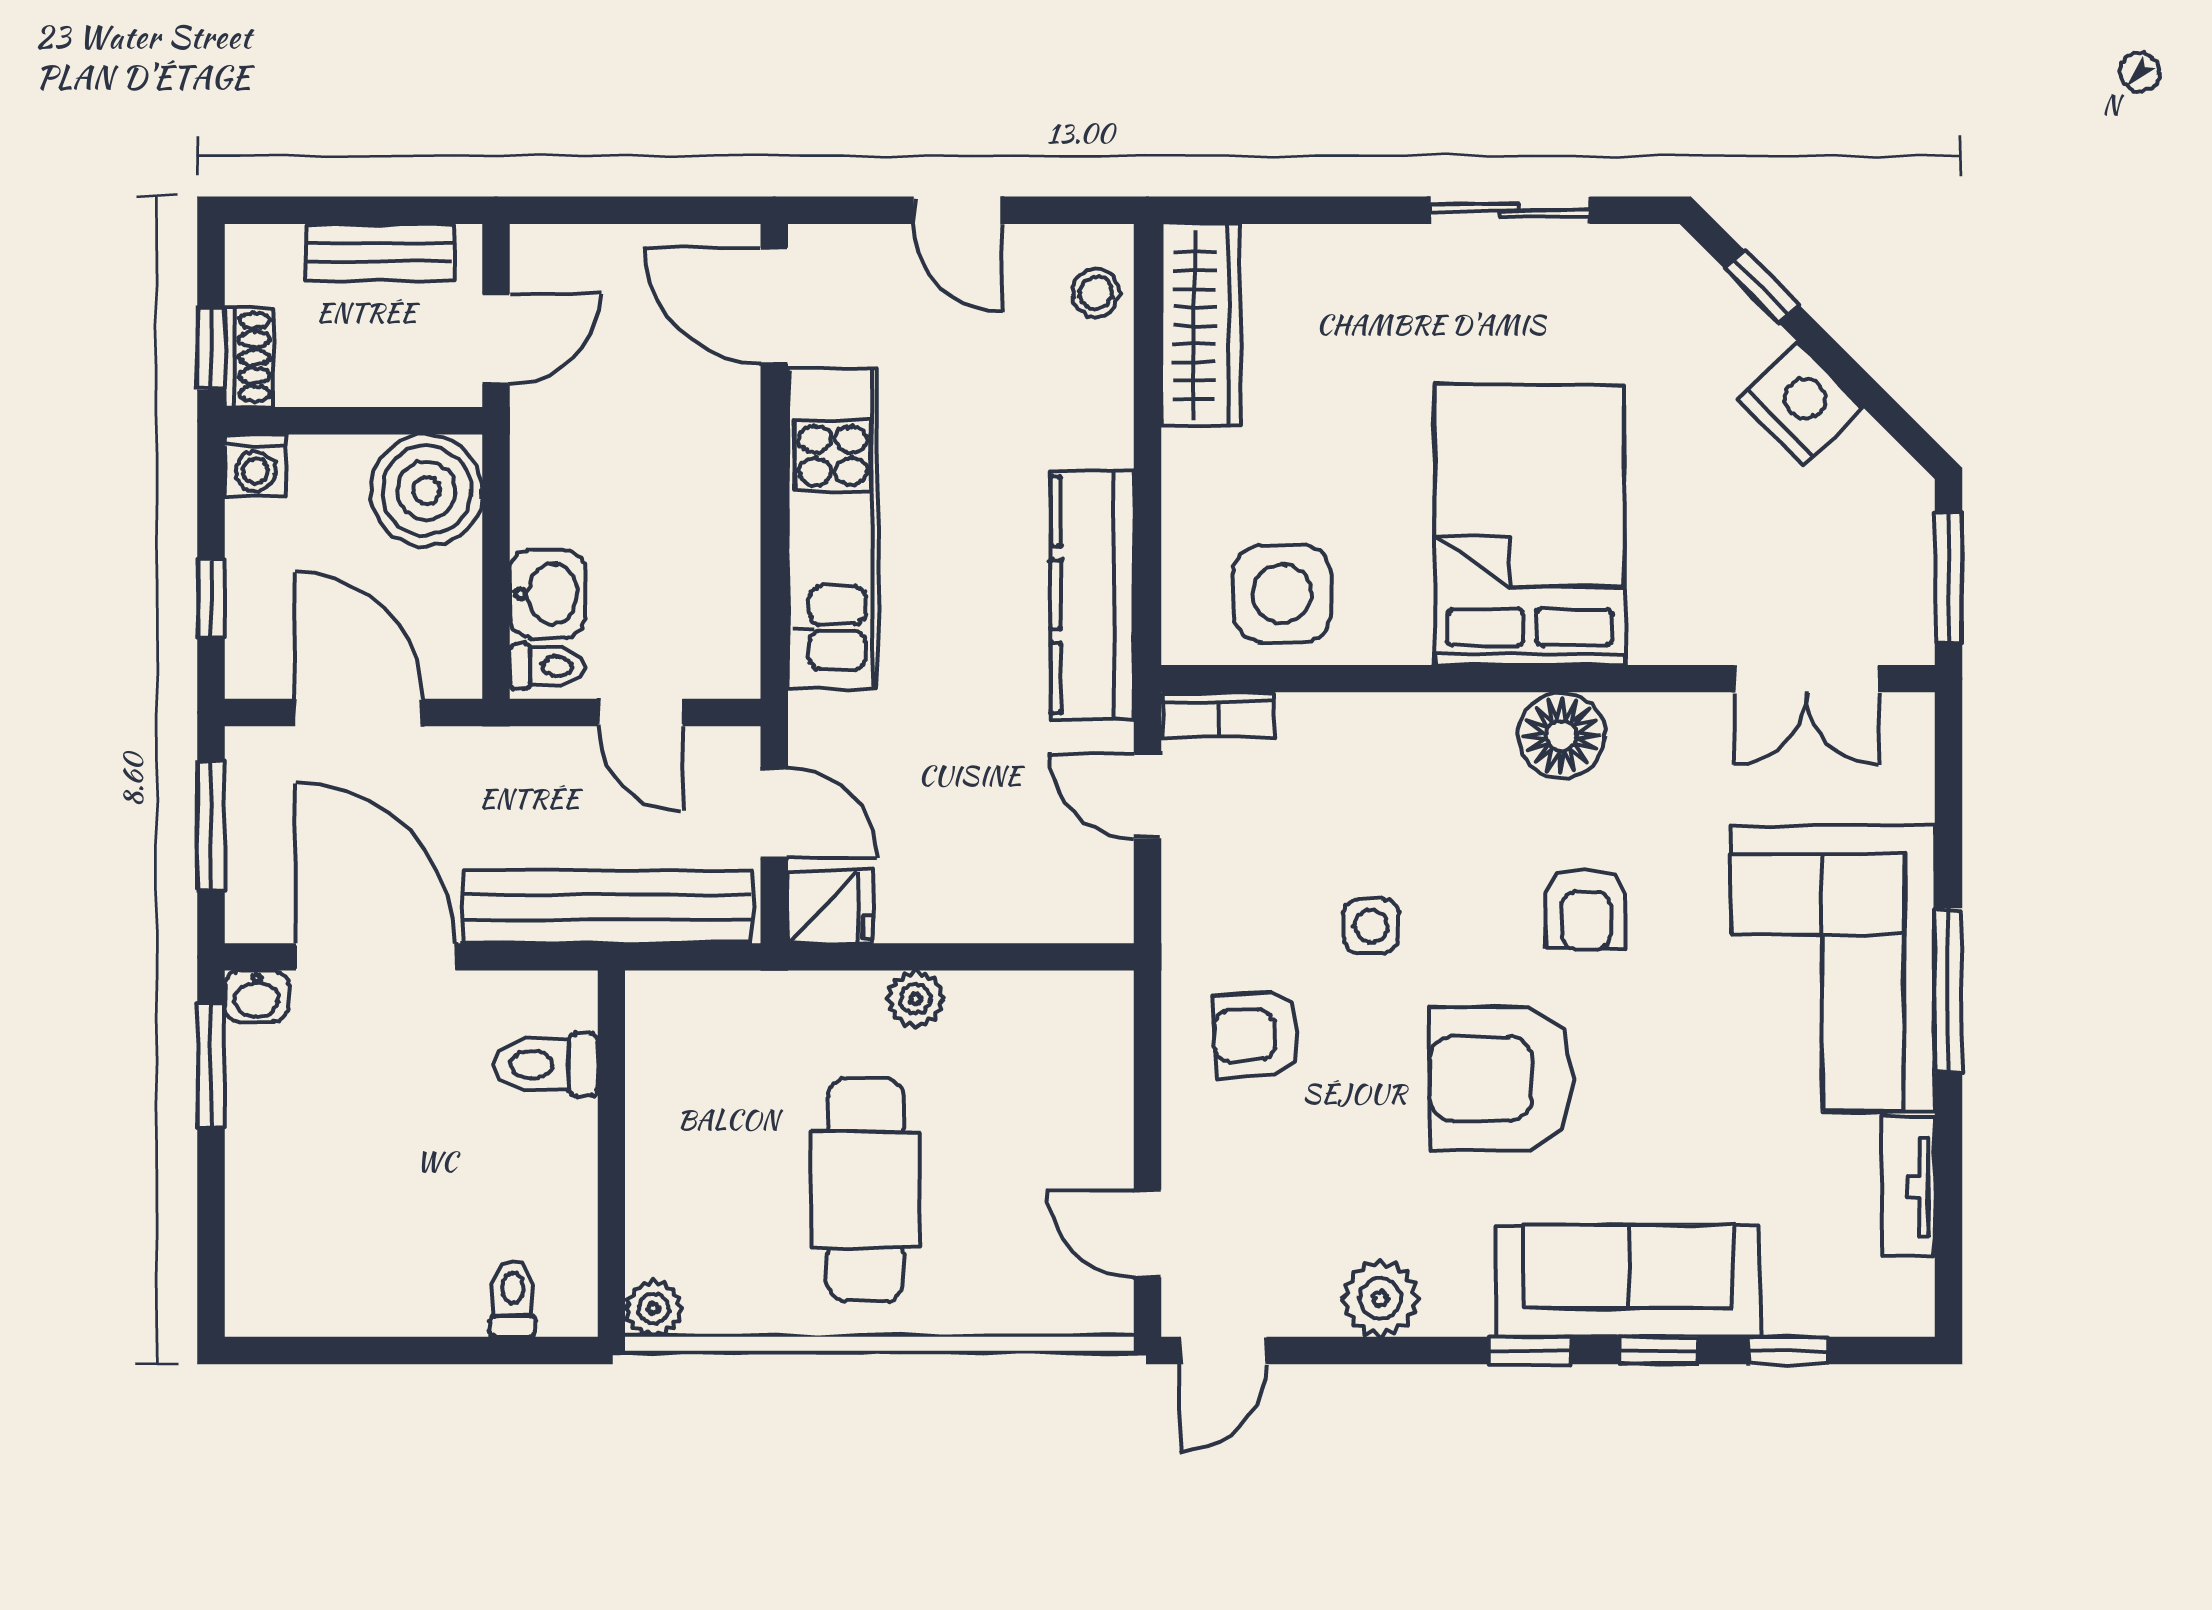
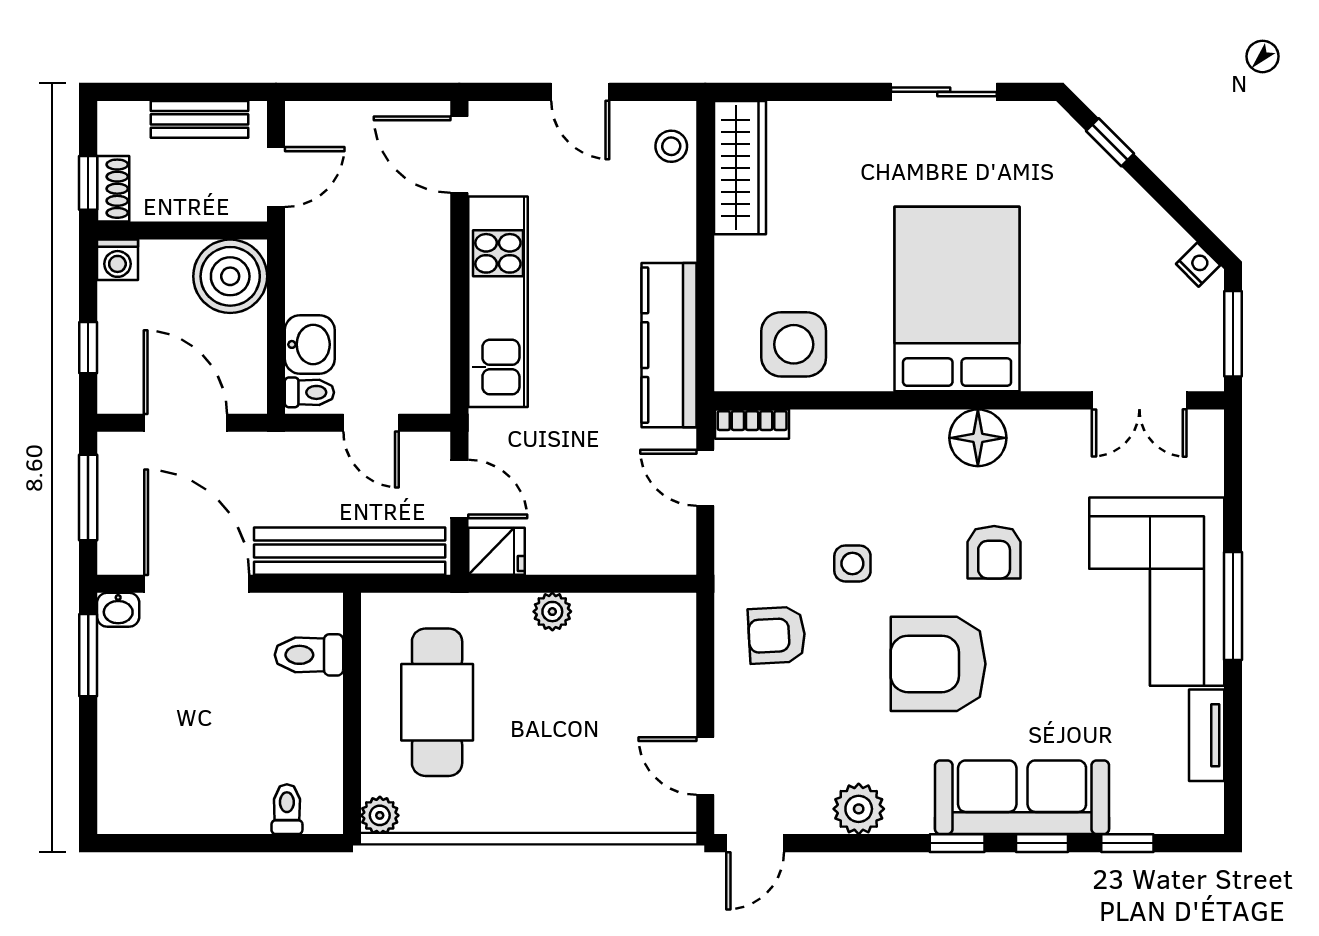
nightstand: (1800, 403) -> (1198, 265), moved, width x0.53, depth x0.56
cafe table: (866, 1190) -> (437, 702), moved

